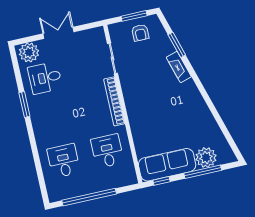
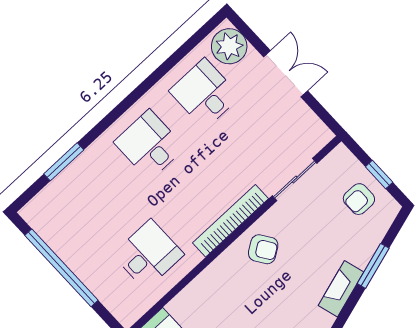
window: (134, 16) -> (379, 174), width x0.67
armchair: (137, 94) -> (263, 249), added
window: (24, 105) -> (64, 162), moved
desk: (64, 161) -> (149, 145), moved, turned -90

